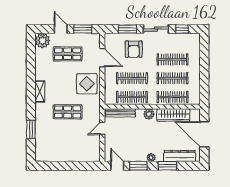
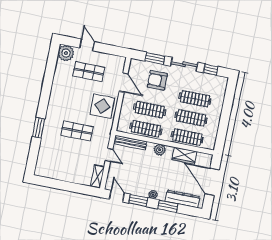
window: (83, 29) -> (109, 49), removed
armchair: (134, 49) -> (157, 80), turned 90
shelving: (40, 91) -> (97, 176), moved
wardrobe: (173, 115) -> (184, 156), width x0.67
door: (102, 128) -> (109, 155), swing flipped
window: (31, 130) -> (39, 128), moved

